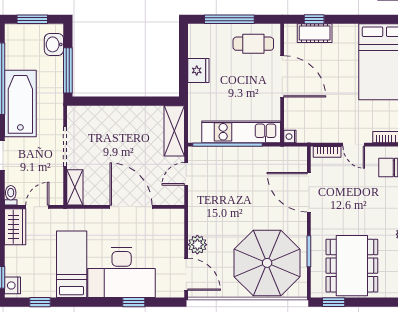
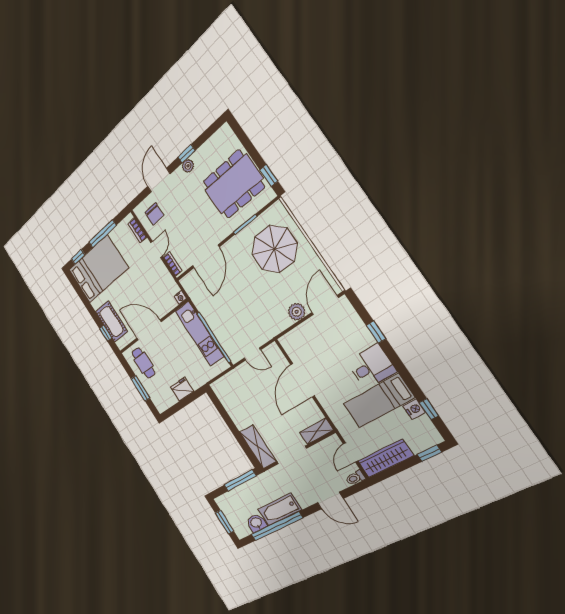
window: (229, 19) -> (140, 388), width x0.69
cot: (315, 33) -> (111, 322), width x1.37, depth x1.34
washbasin: (54, 44) -> (256, 523), moved, turned 180
door: (282, 76) -> (149, 330), hinge flipped
bathtub: (20, 103) -> (280, 510), width x0.73, depth x0.73
shelving: (174, 131) -> (258, 447), moved, turned 90
door: (37, 207) -> (350, 452), hinge flipped
wardrobe: (15, 227) -> (385, 458), width x1.50
parasol: (267, 263) -> (274, 249), width x0.73, depth x0.73
desk: (122, 272) -> (371, 367), width x0.53, depth x0.77
nightstand: (12, 285) -> (414, 409), moved, turned -90

